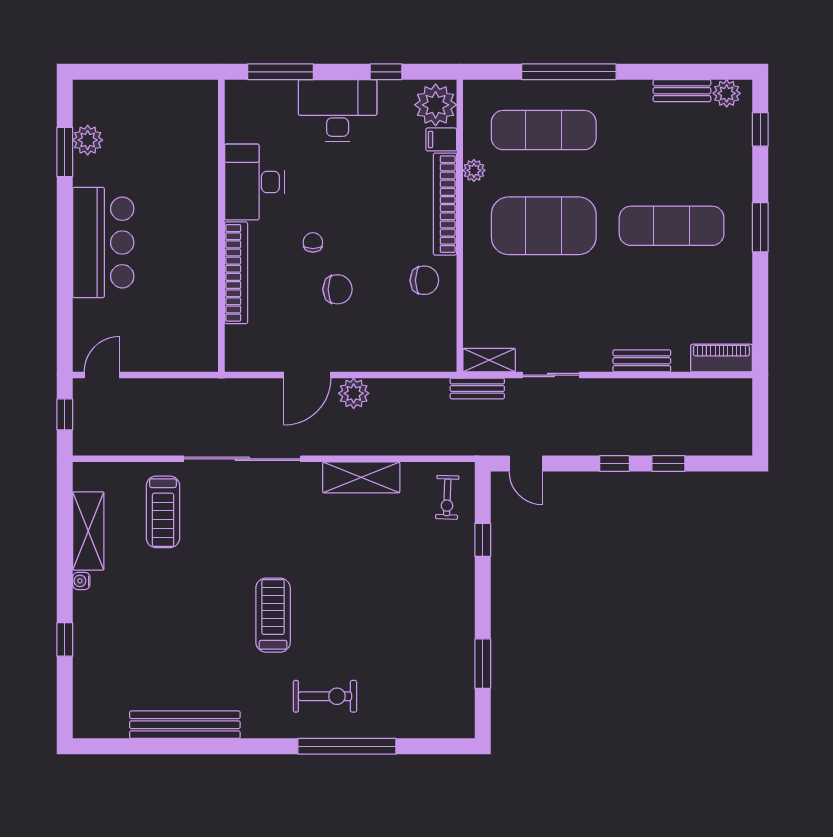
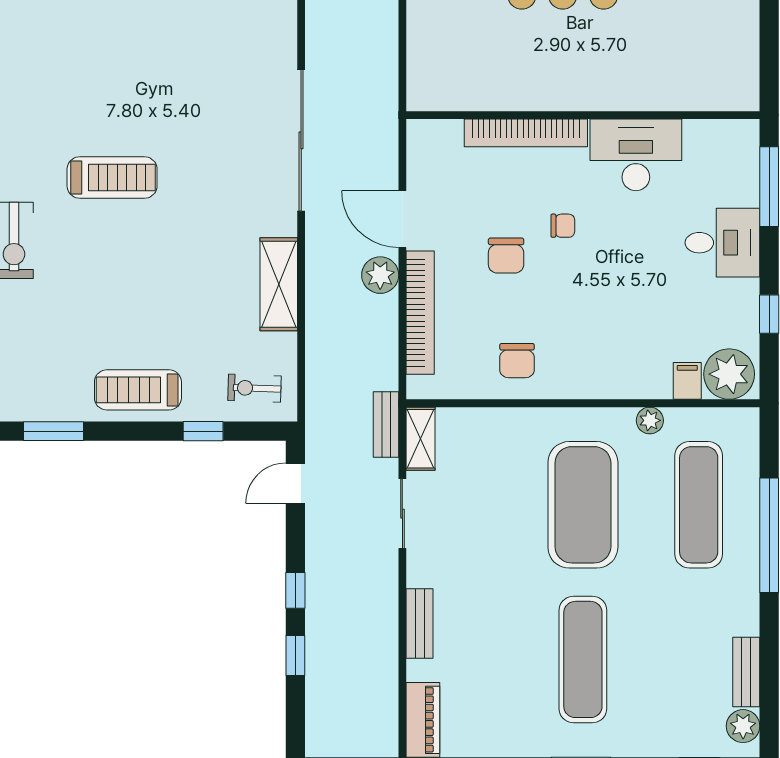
desk: (338, 110) -> (722, 243), width x0.73
bookcase: (445, 204) -> (420, 313), moved, turned 90
treadmill: (163, 512) -> (138, 390), moved

